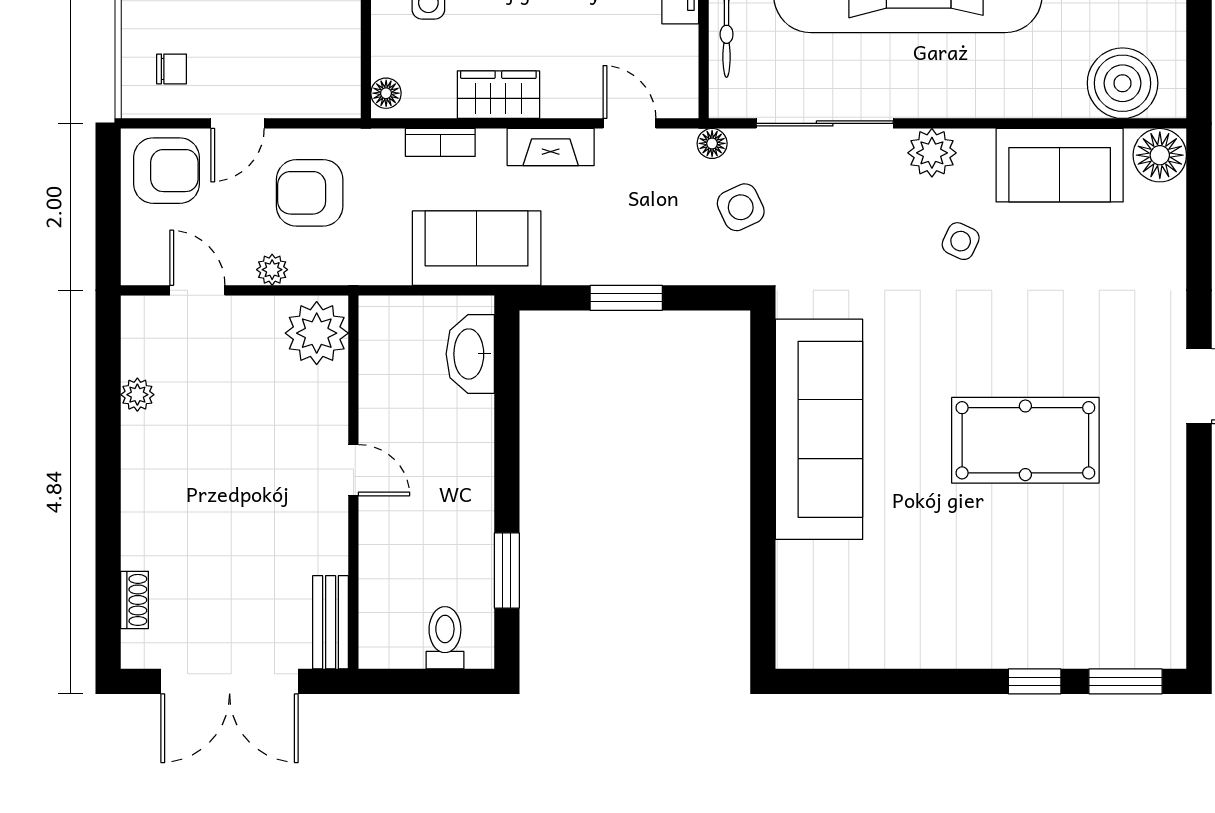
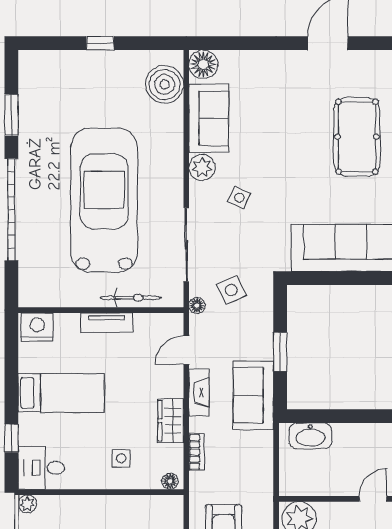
plant: (932, 153) -> (202, 167), moved
side table: (961, 241) -> (239, 198), moved
sofa: (477, 248) -> (253, 395), moved

